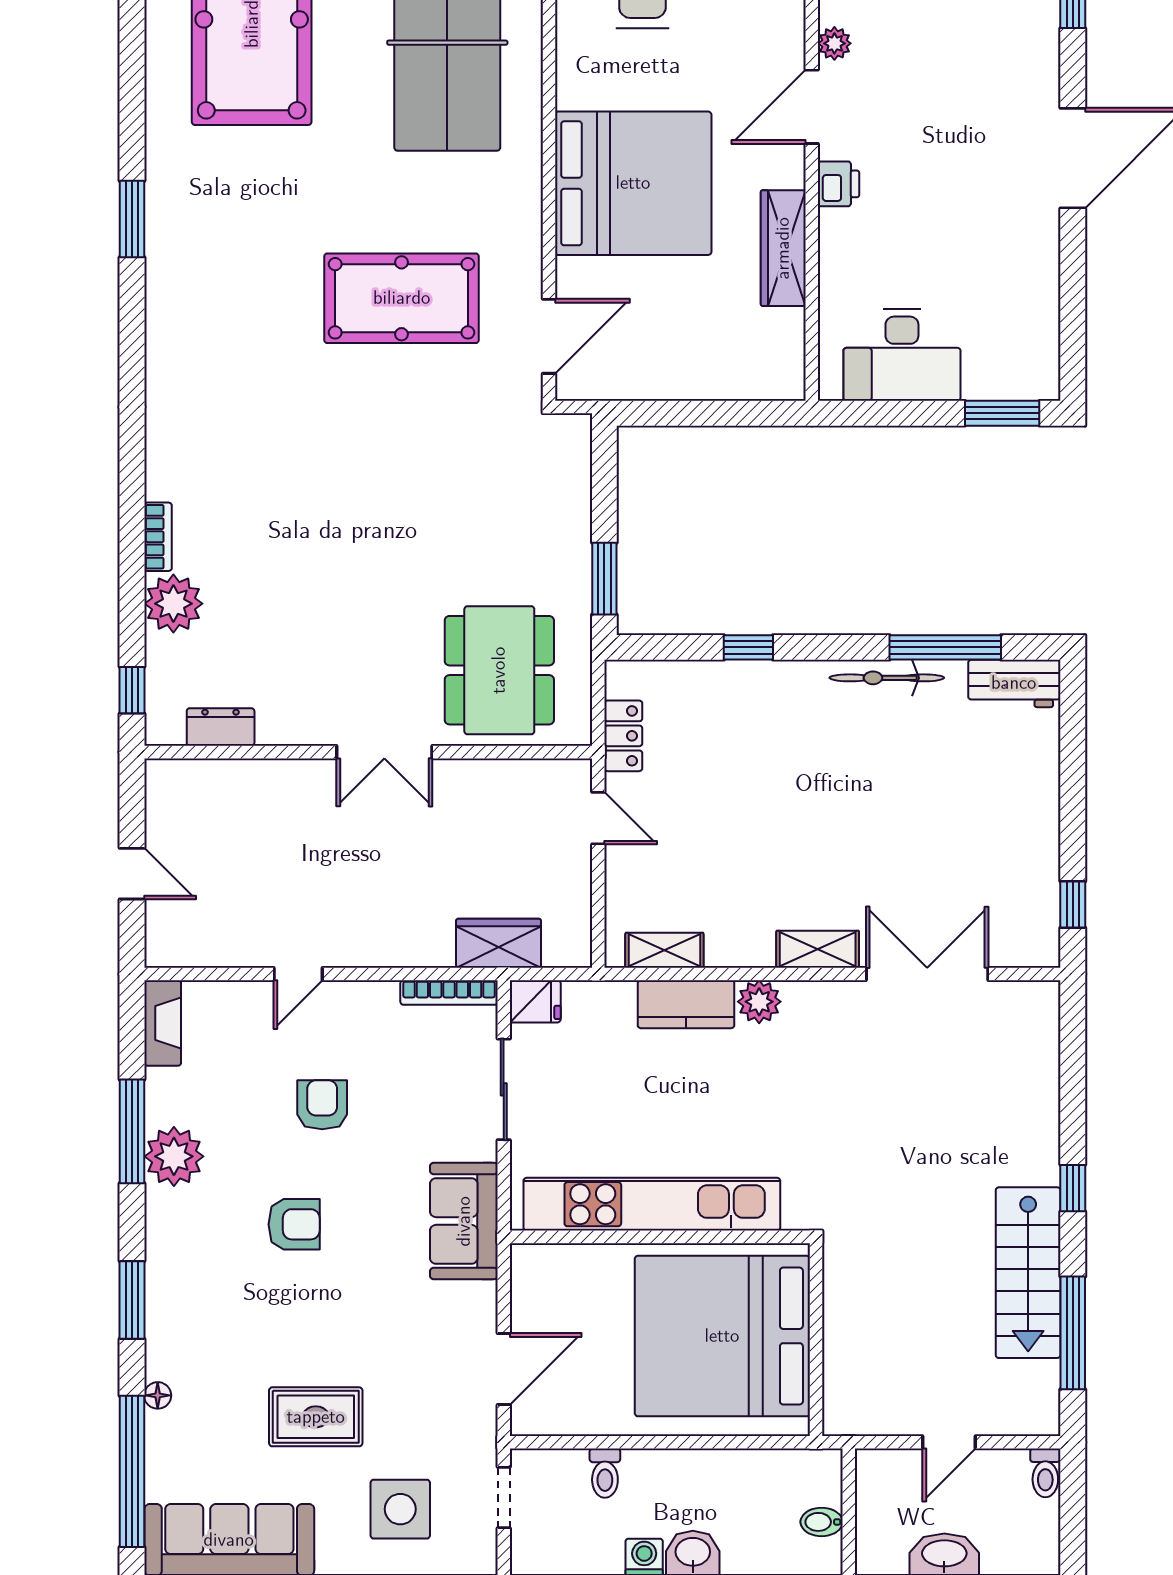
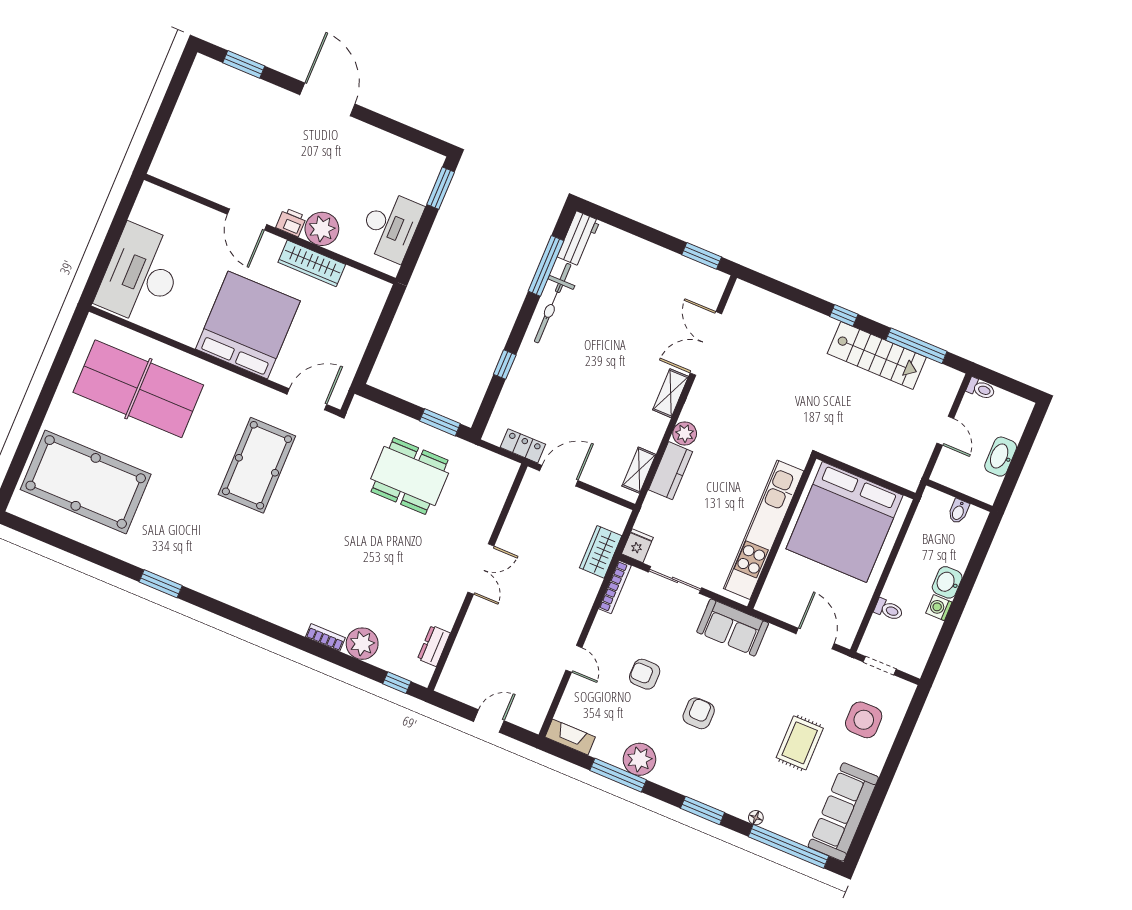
plant: (834, 43) -> (322, 229), moved, width x1.88, depth x1.88
door: (549, 336) -> (307, 399), hinge flipped
dining table: (499, 670) -> (410, 476), moved
bicycle: (887, 678) -> (553, 303), width x1.37, depth x1.40
door: (598, 818) -> (559, 476), width x1.38
window: (1073, 905) -> (702, 256), width x1.50

